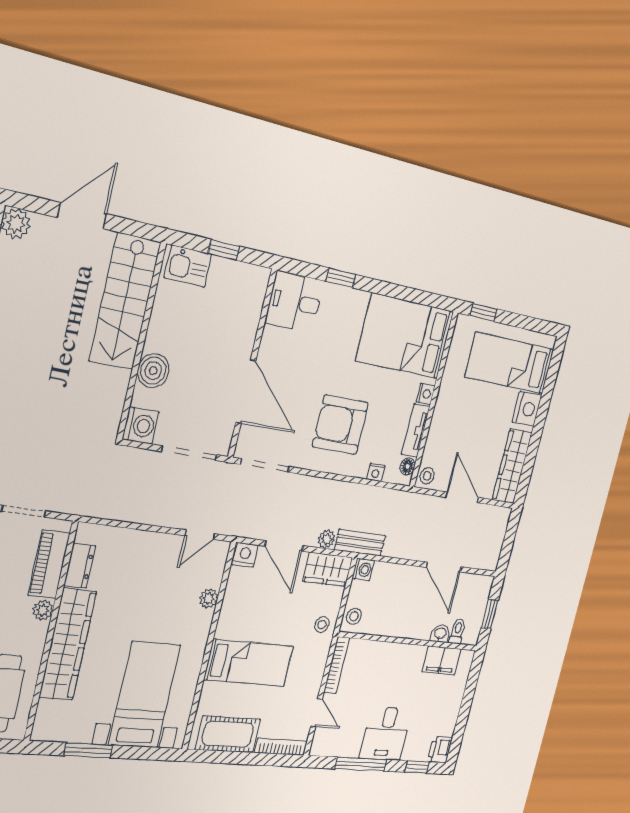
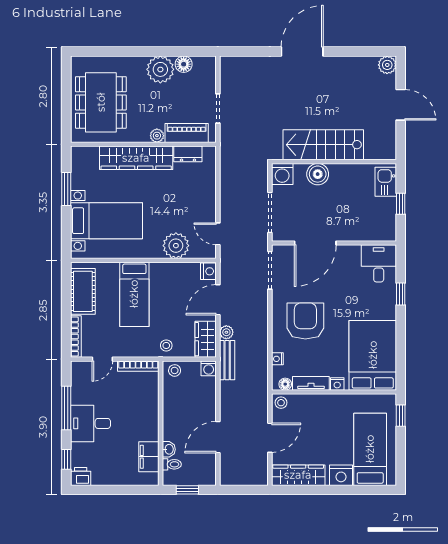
stairs: (125, 301) -> (323, 145), moved
plant: (209, 599) -> (176, 246), width x1.87, depth x1.87

